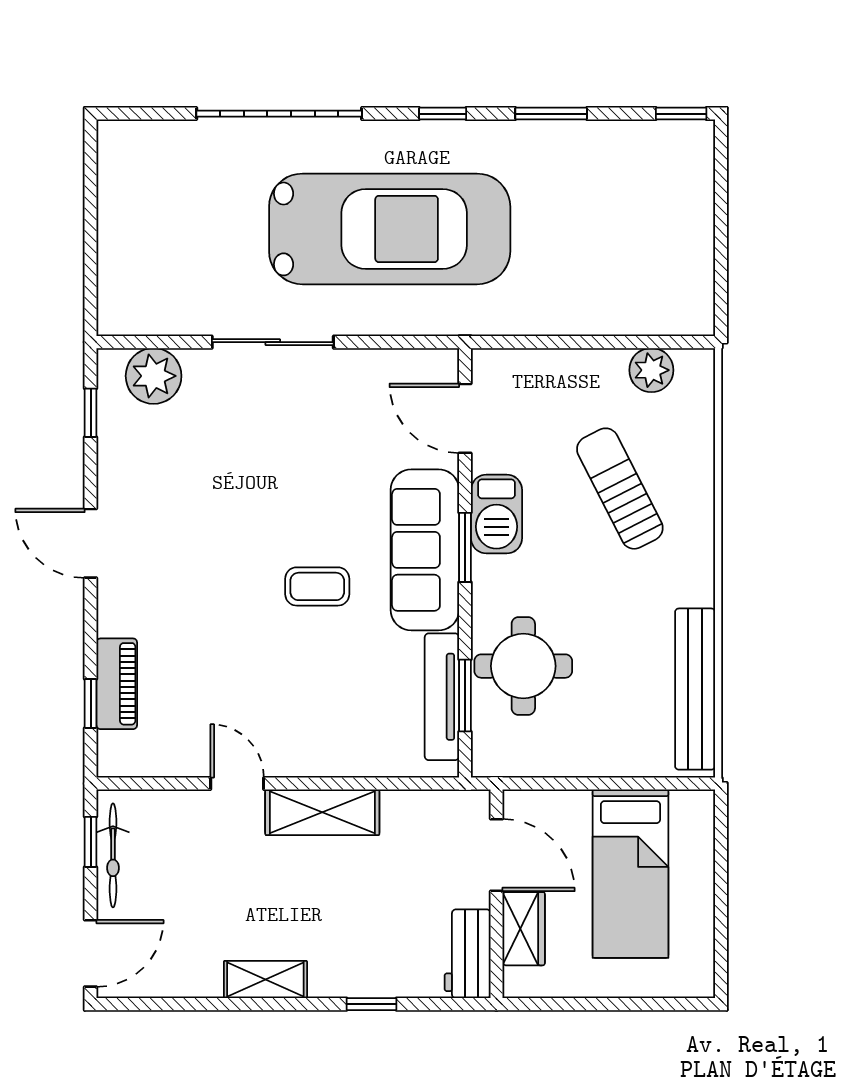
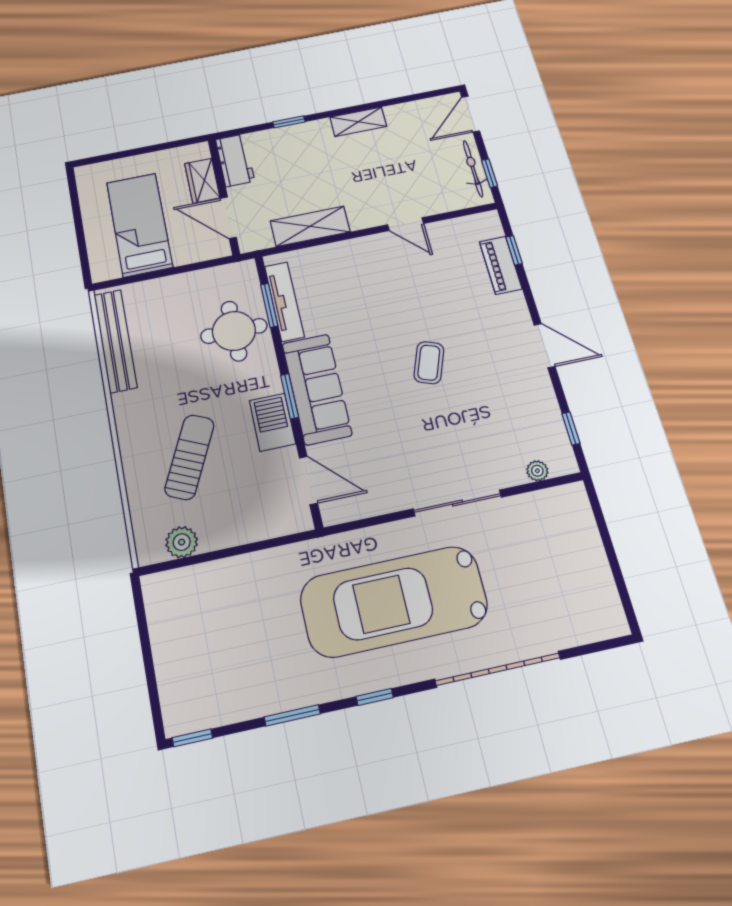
plant: (154, 376) -> (537, 471), width x0.53, depth x0.53
sun lounger: (620, 489) -> (190, 457), turned -128
coffee table: (317, 586) -> (429, 363), moved, turned -70
shelving: (322, 812) -> (310, 226), moved

